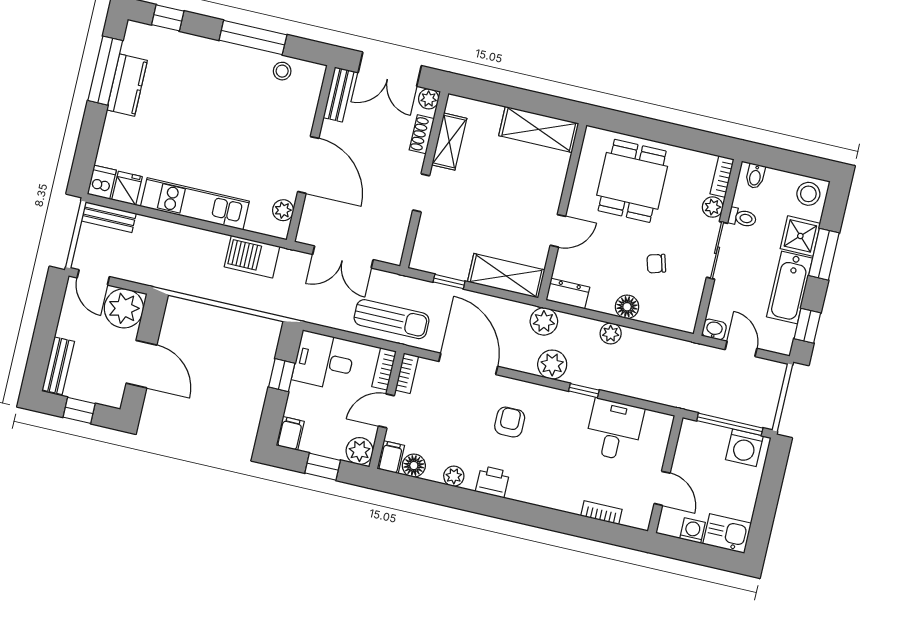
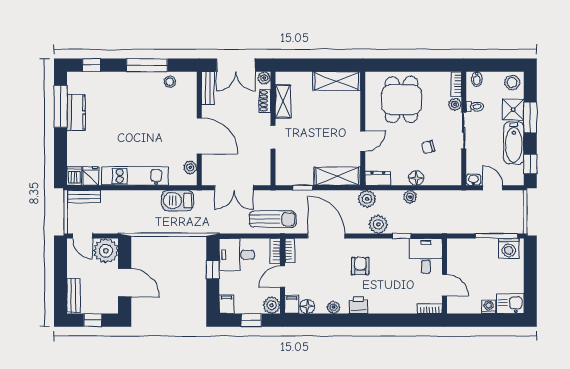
wall: (665, 474) -> (445, 276), moved
door: (662, 488) -> (445, 285), moved

